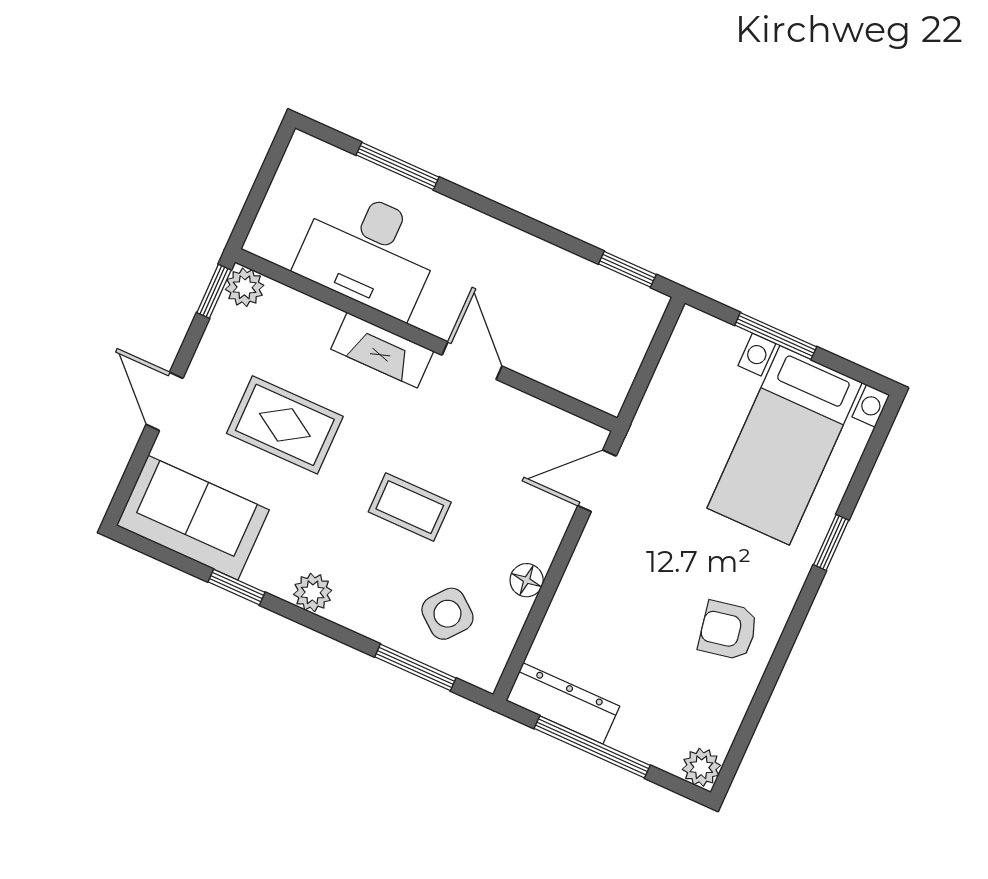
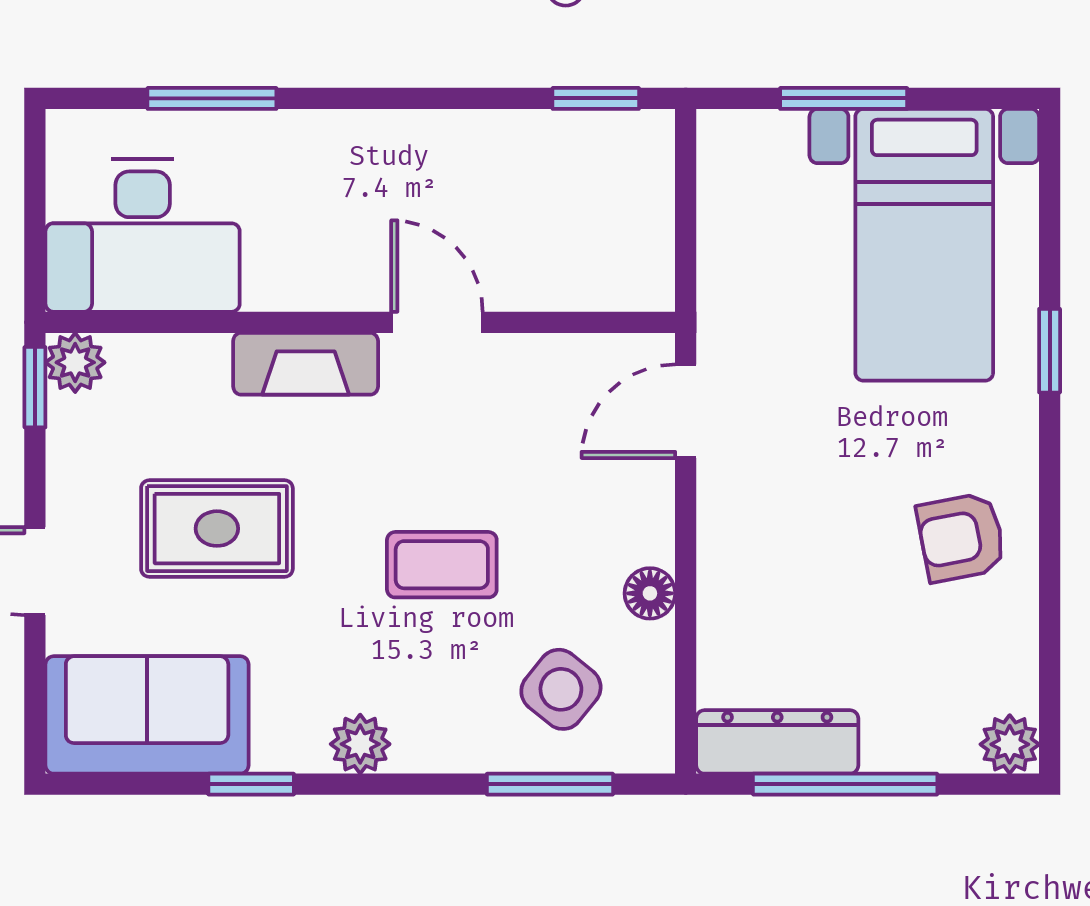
desk: (369, 252) -> (143, 235), moved

